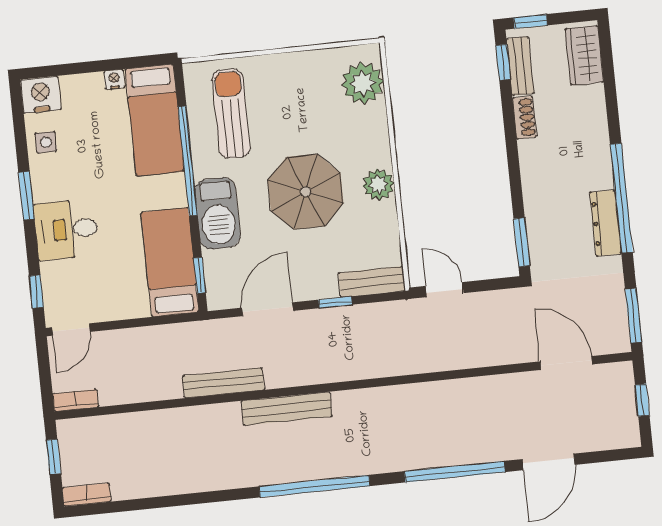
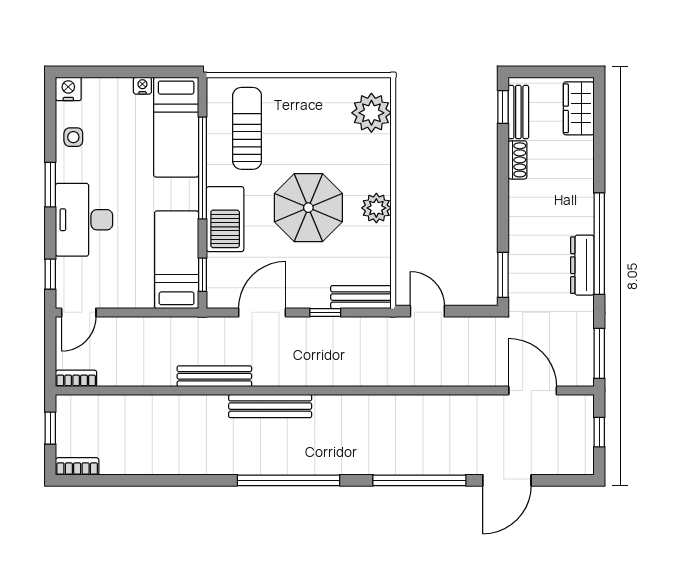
window: (530, 21) -> (532, 72), removed
nightstand: (41, 95) -> (68, 89), width x0.74, depth x0.75
desk: (67, 230) -> (84, 220), width x1.37

